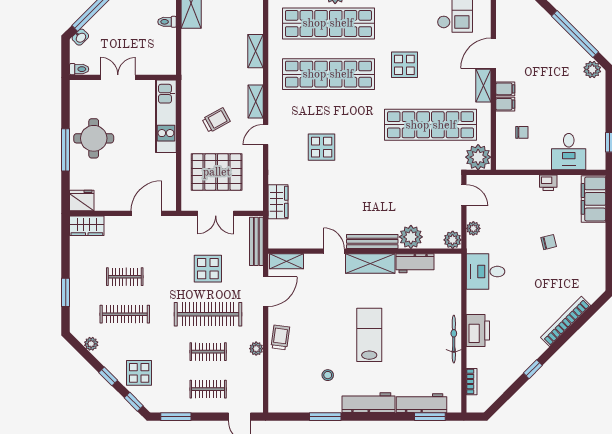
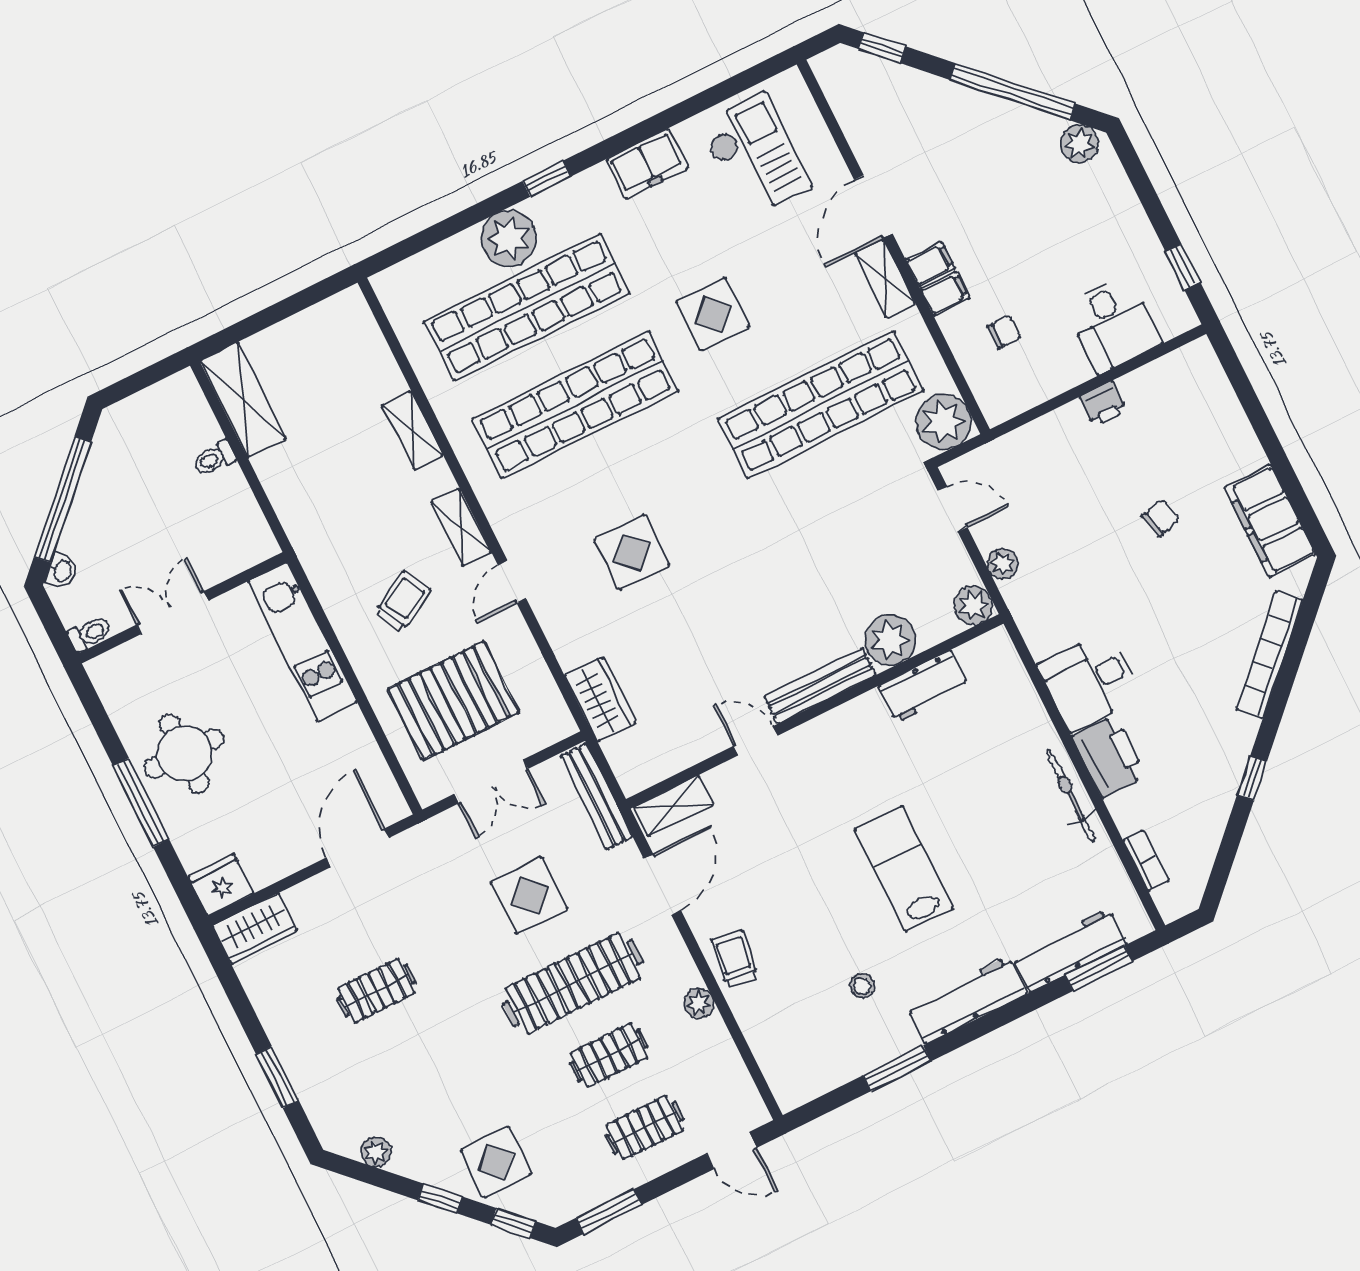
filing cabinet: (594, 199) -> (1270, 521), moved
shelving: (370, 263) -> (837, 730), removed
desk: (485, 272) -> (1090, 681), moved
clothes rail: (125, 314) -> (412, 1063), removed

